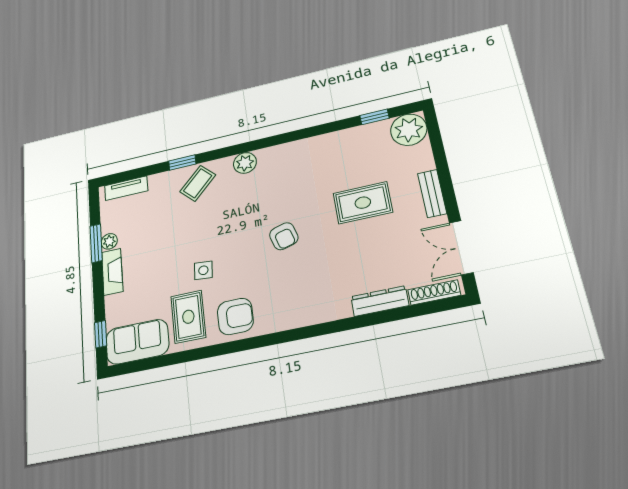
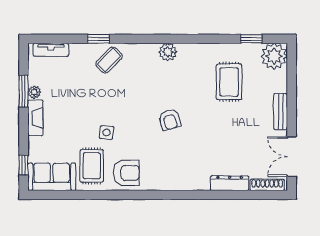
plant: (245, 163) -> (168, 52), moved
rug: (363, 203) -> (229, 82), moved, turned 90

